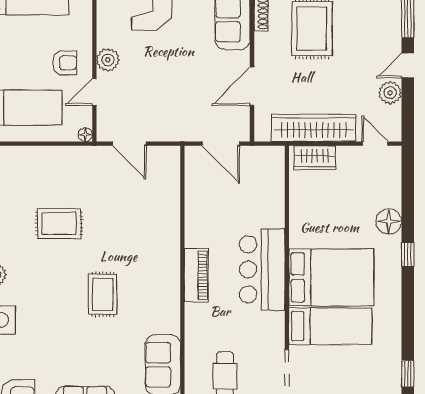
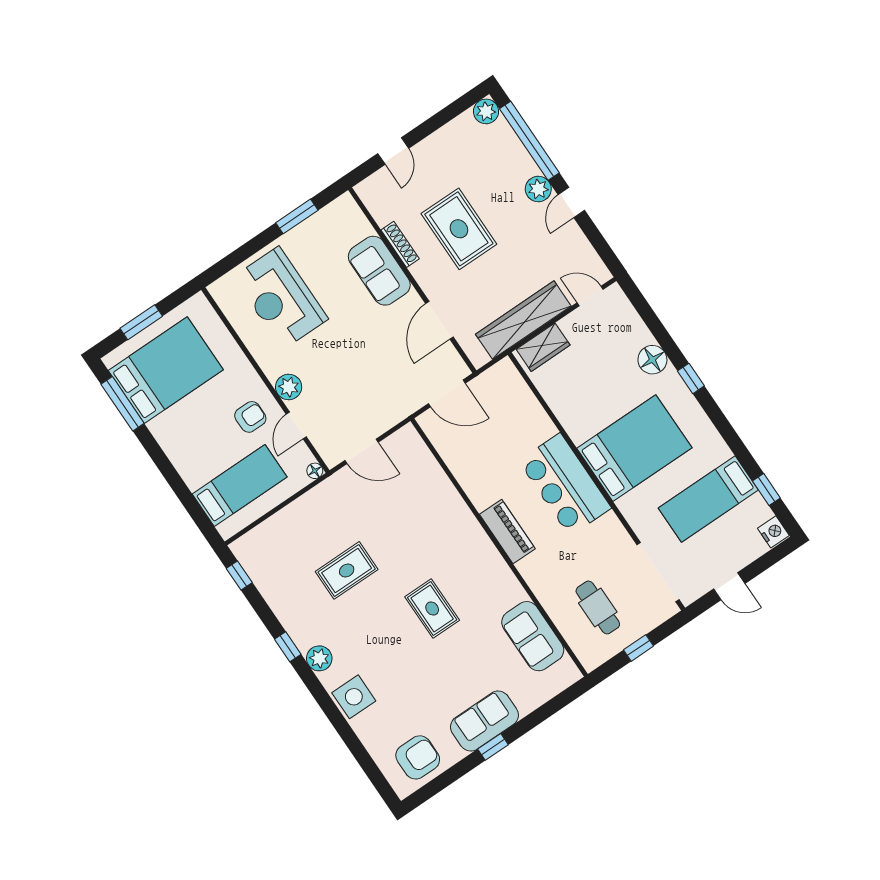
plant: (390, 93) -> (538, 189), moved
bed: (330, 326) -> (708, 499), moved, turned 180

